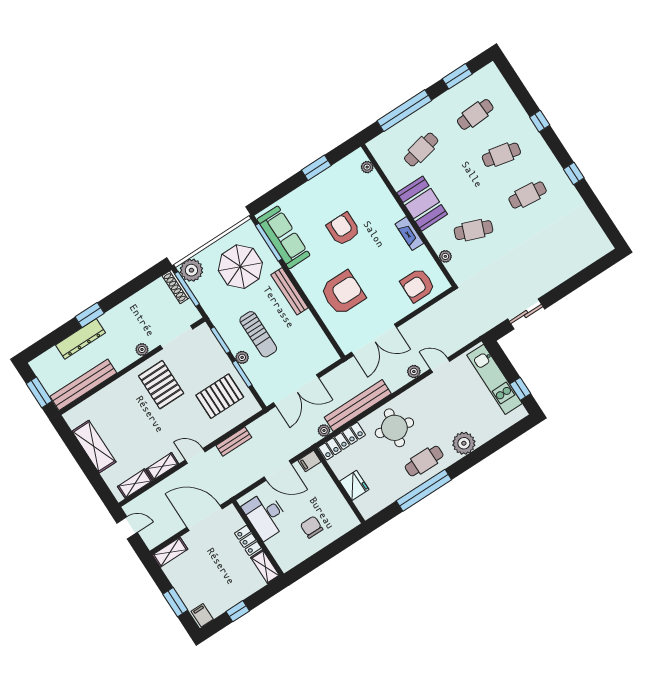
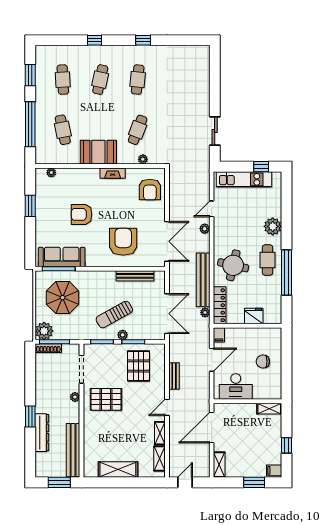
bench: (290, 291) -> (135, 276), moved
sun lounger: (258, 334) -> (114, 315), turned 151
locker: (248, 540) -> (245, 409), removed

